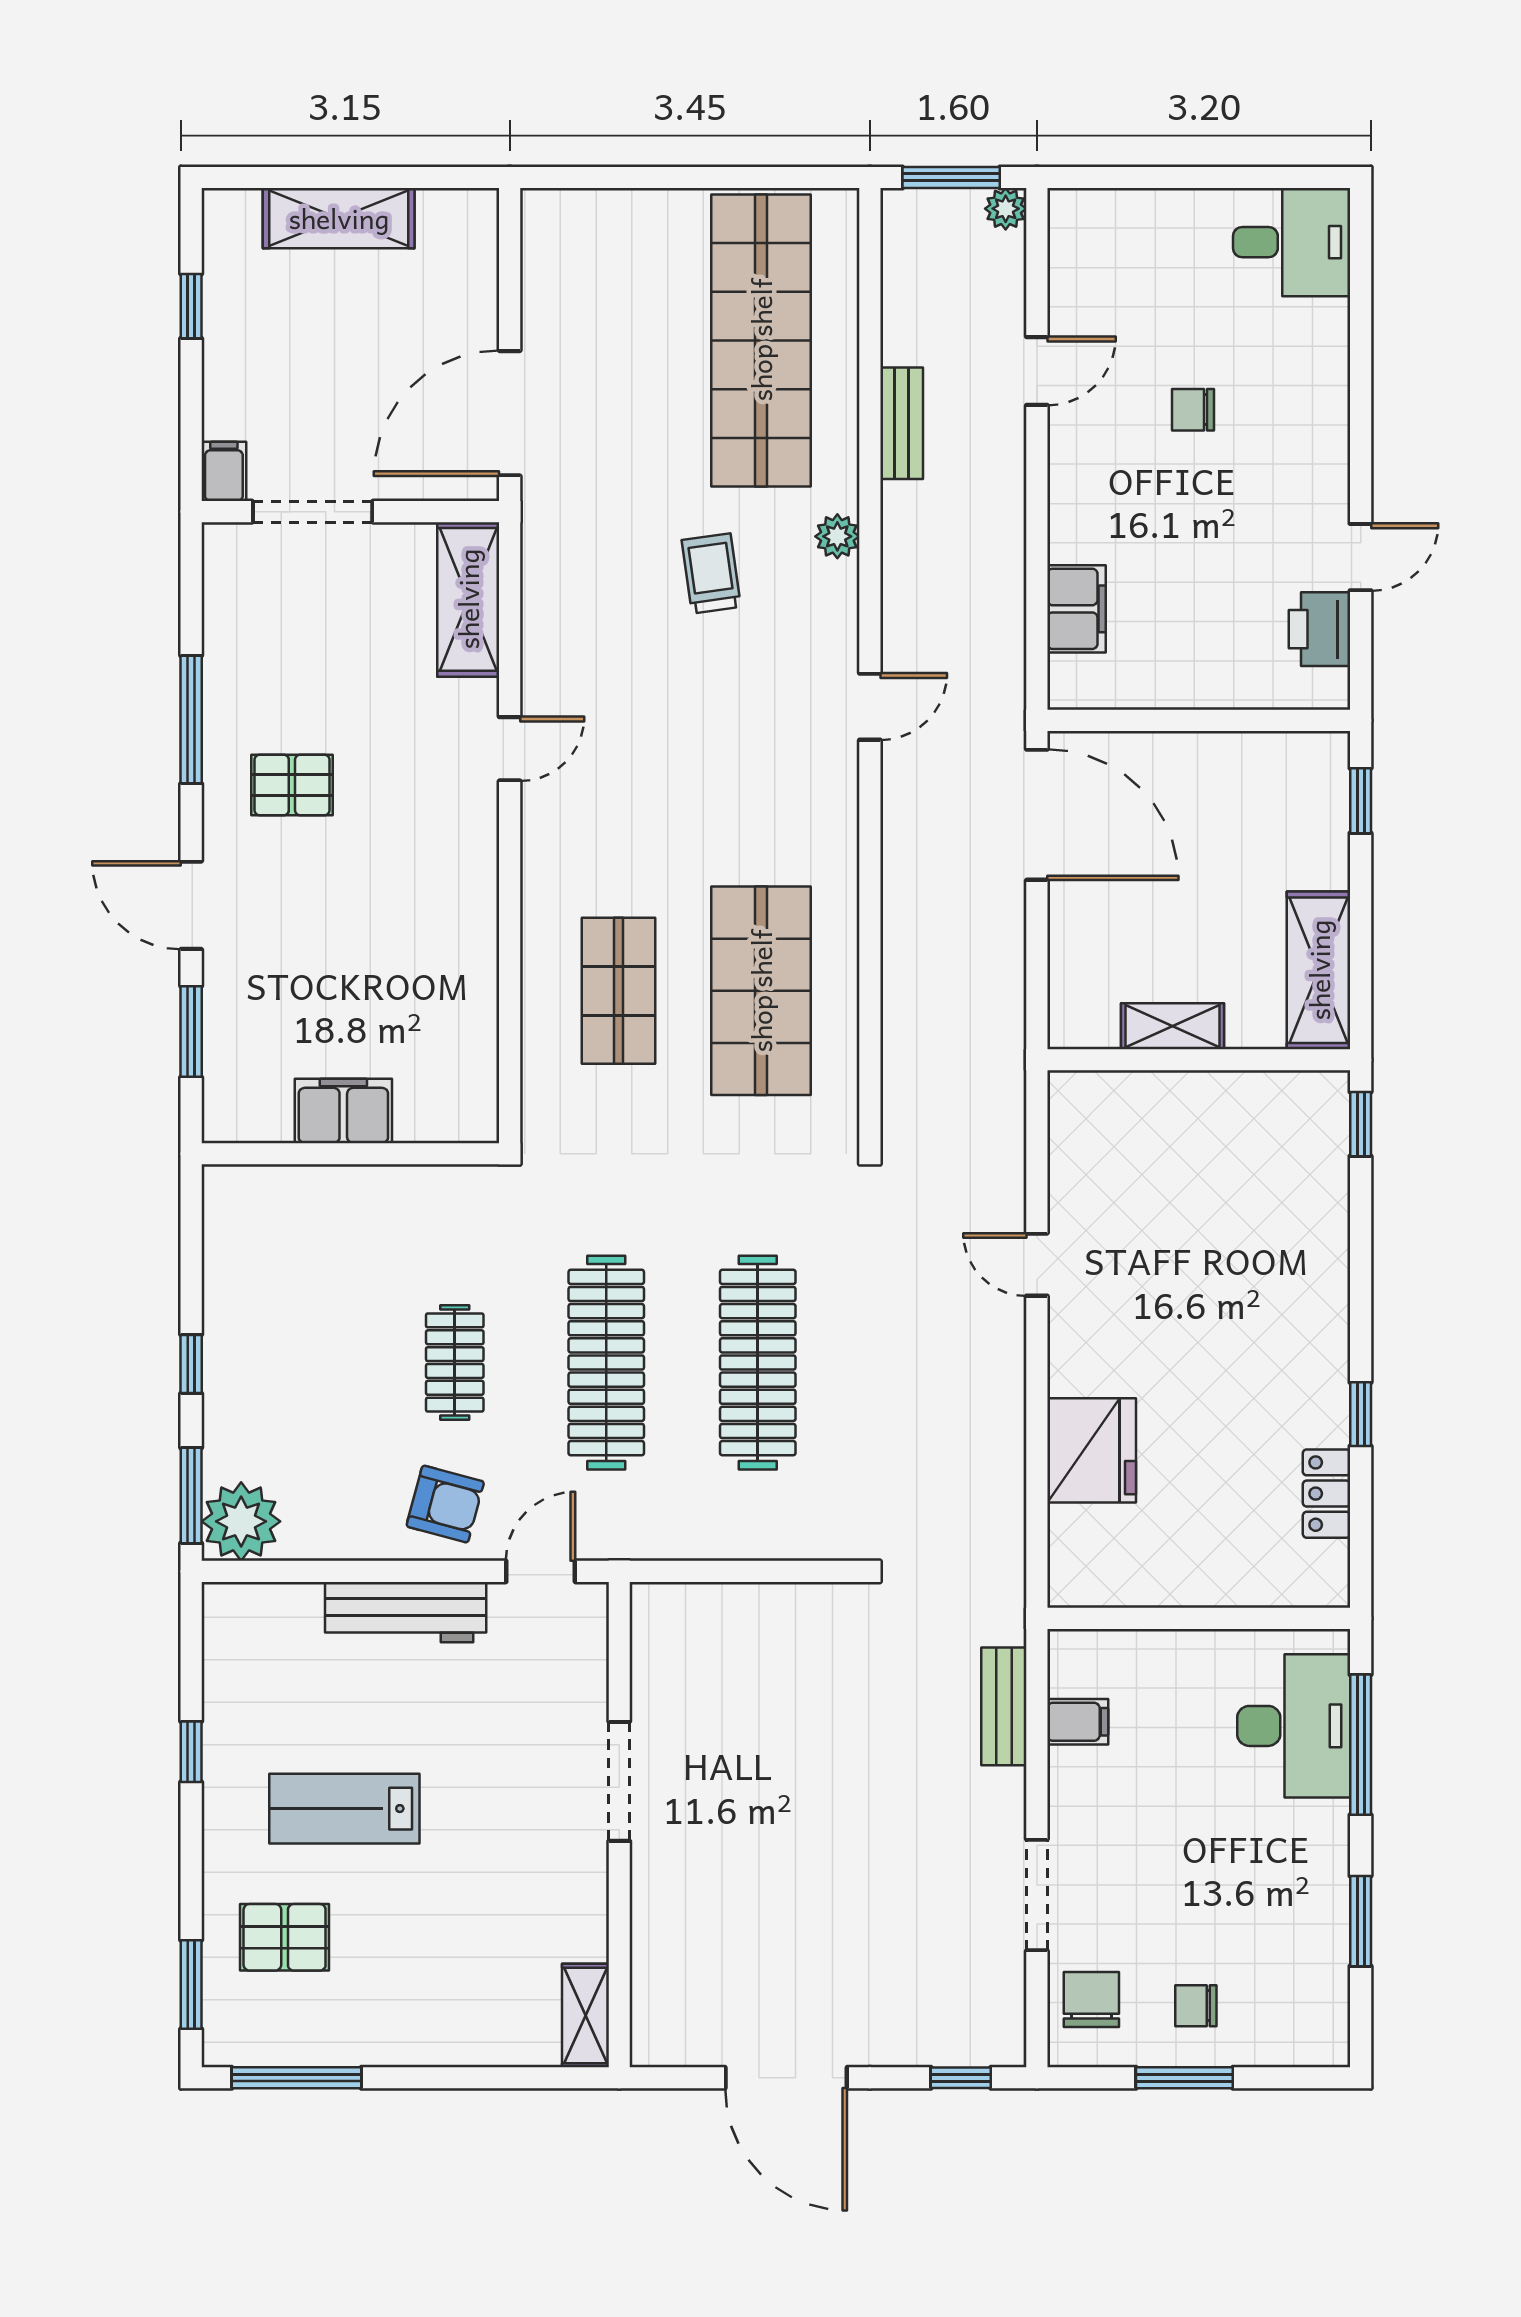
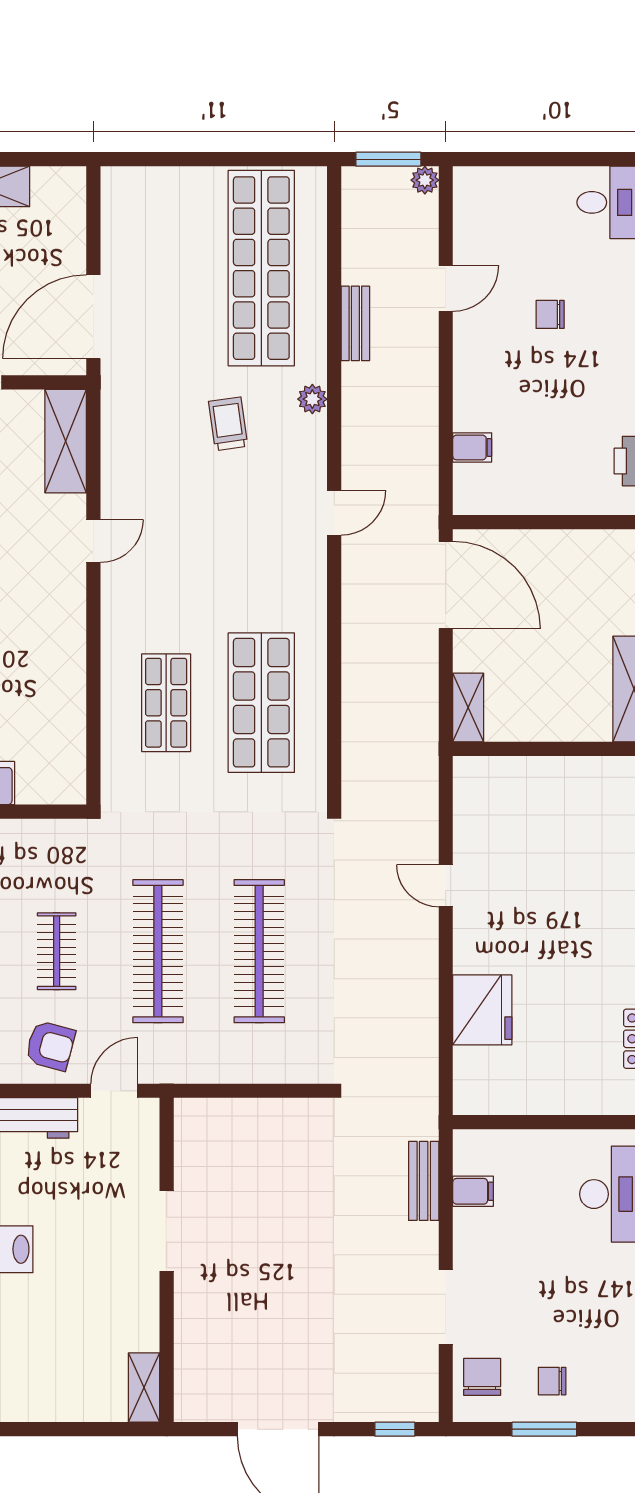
filing cabinet: (1076, 609) -> (472, 447), width x0.50
shelving: (1172, 1026) -> (468, 708), moved, turned 90

